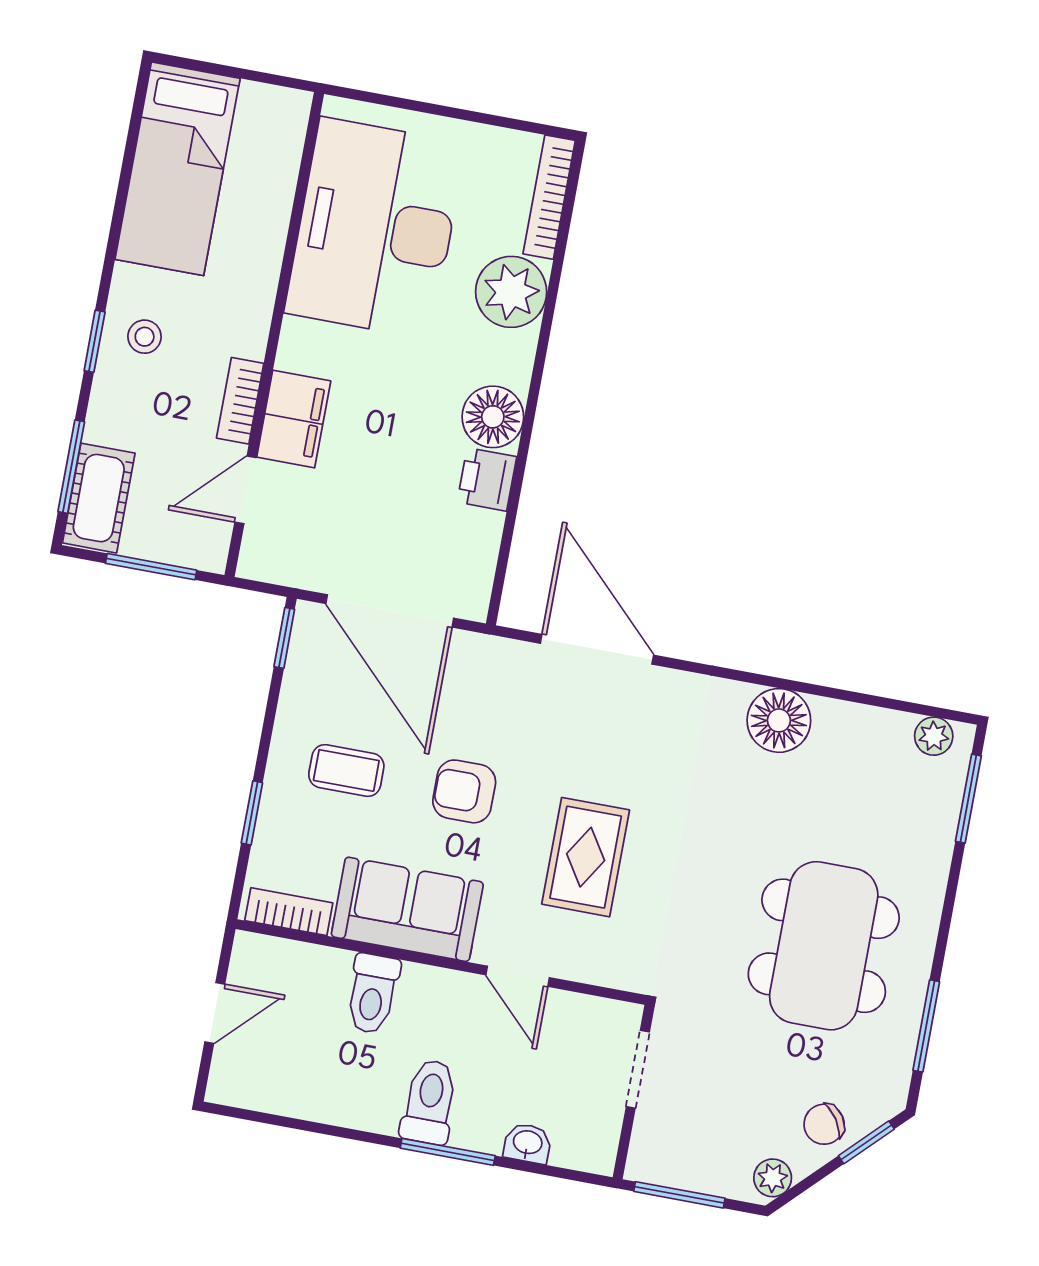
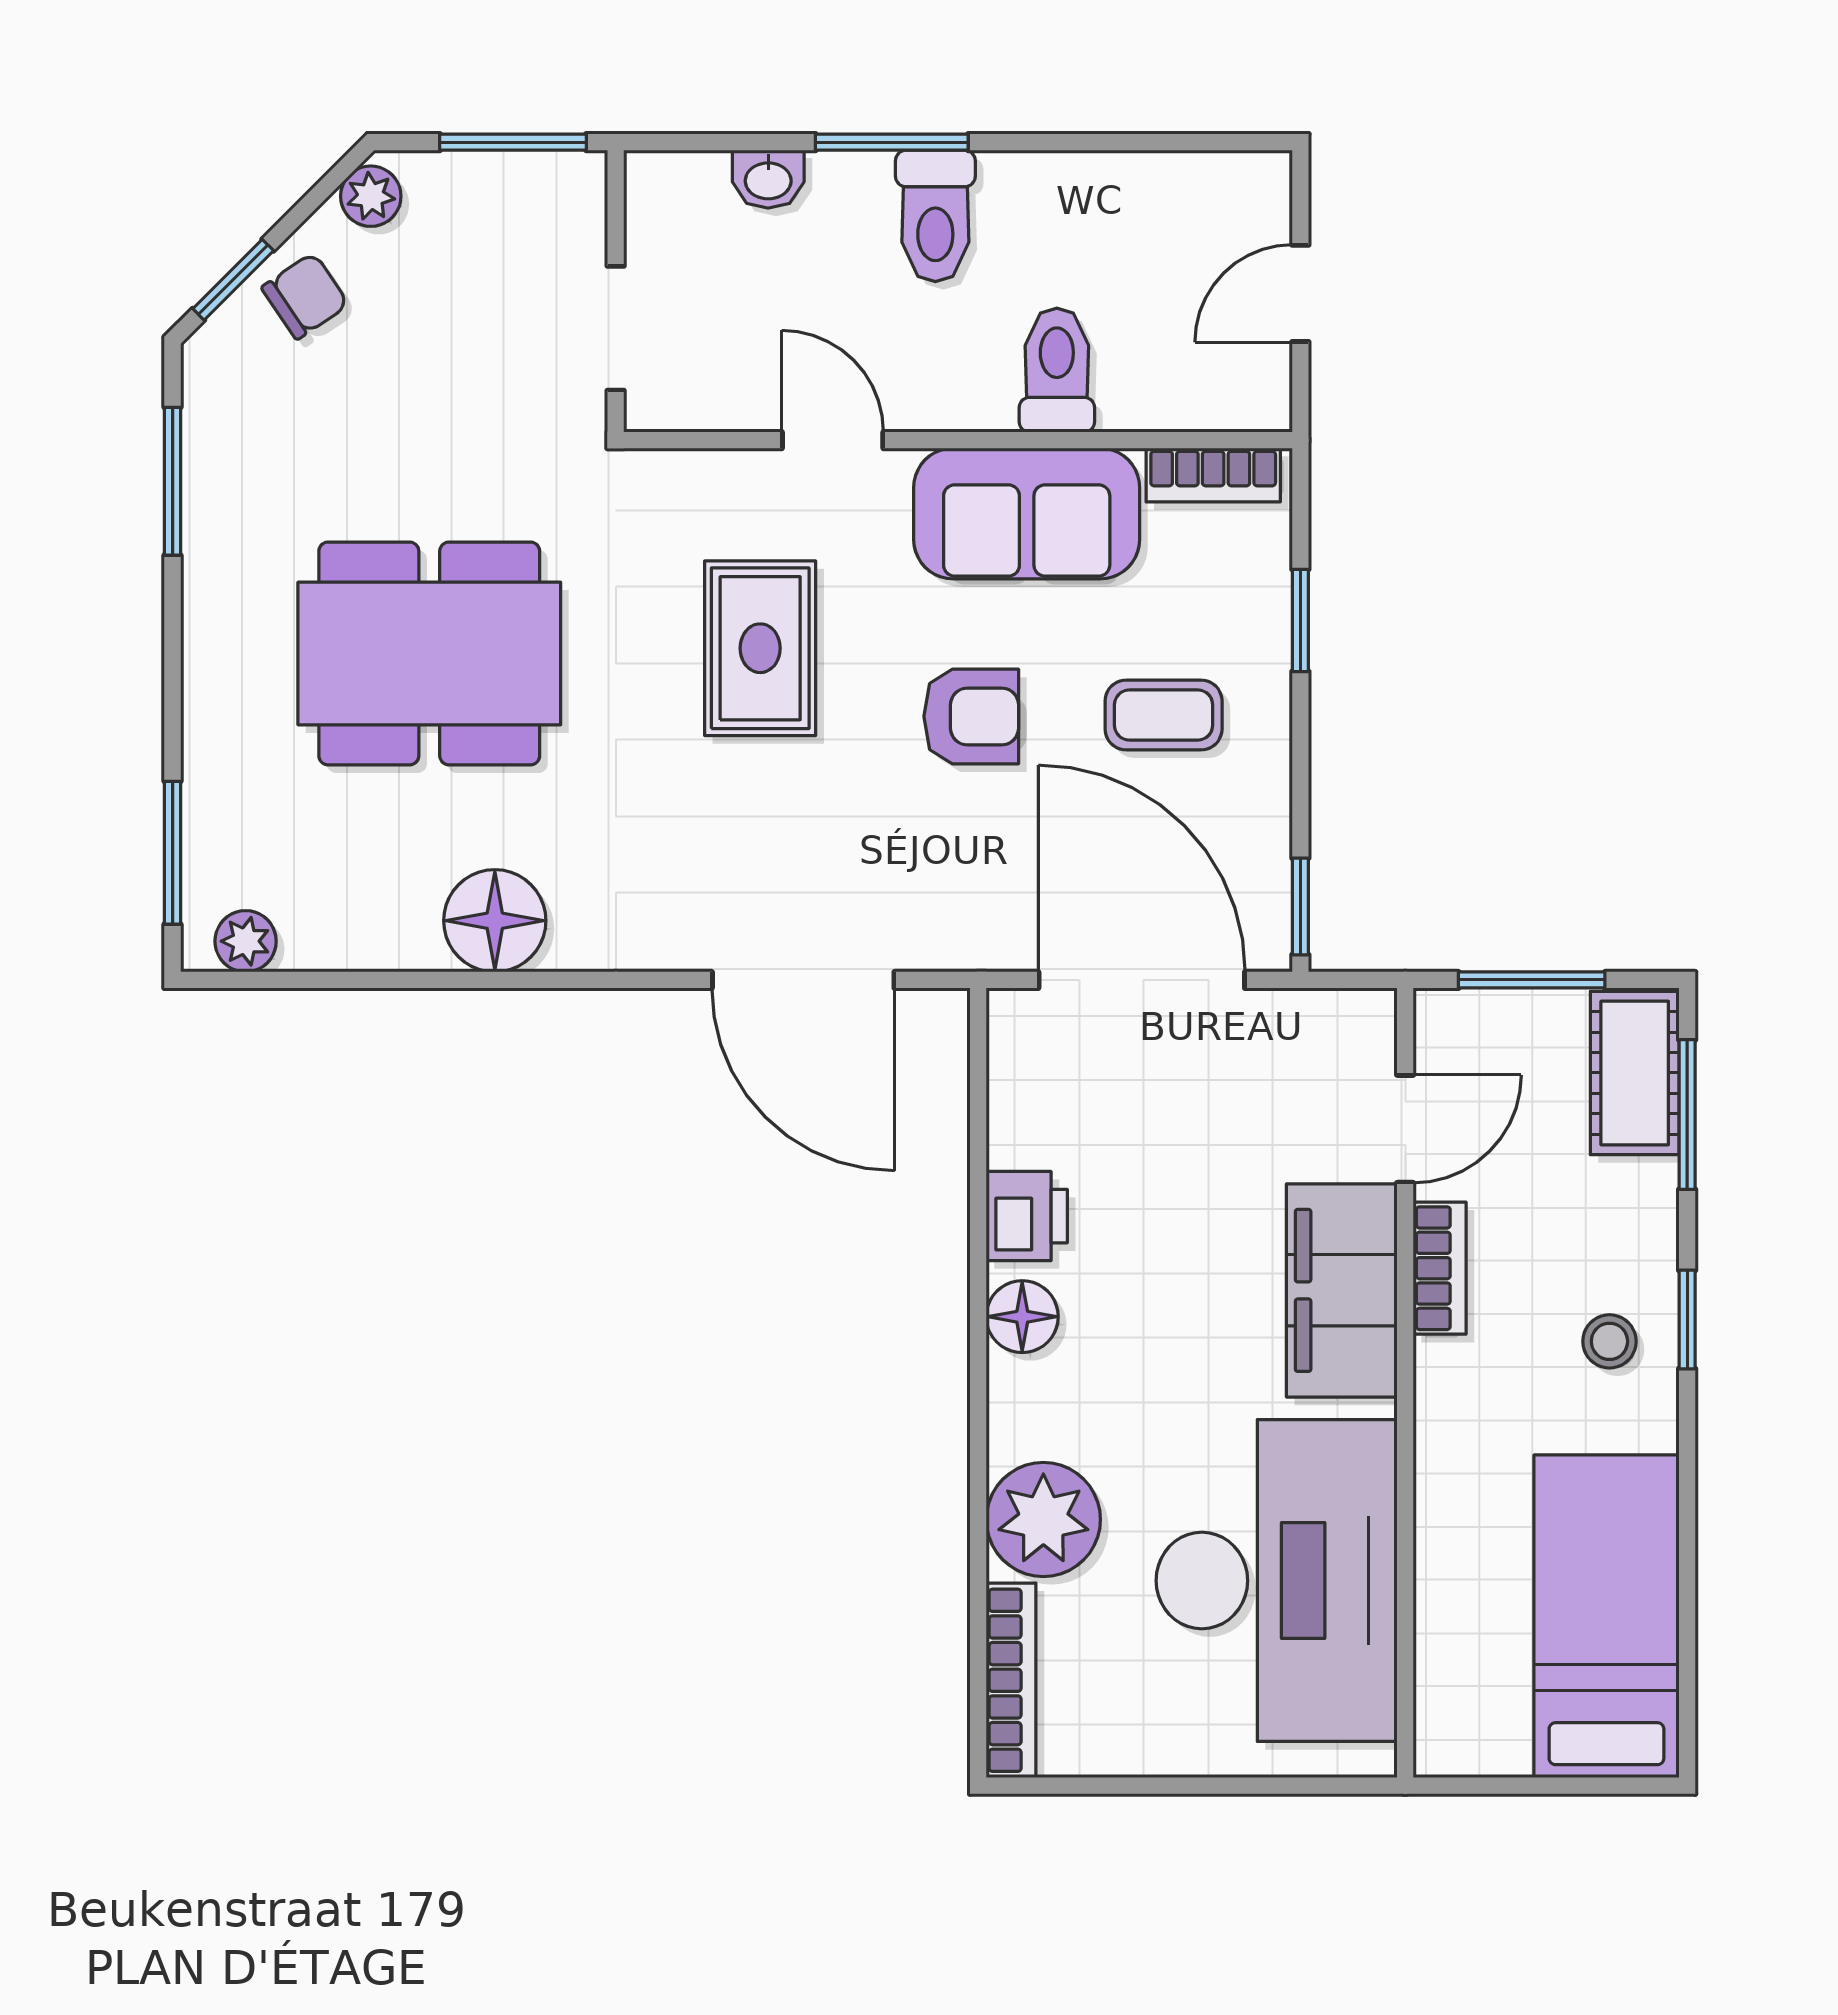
floor lamp: (493, 417) -> (1022, 1317), width x0.73, depth x0.73
filing cabinet: (294, 419) -> (1342, 1290), width x1.50, depth x1.17
dining table: (824, 946) -> (429, 653), moved, turned 90

